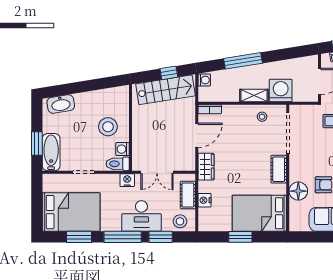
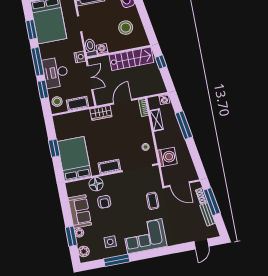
window: (169, 73) -> (161, 62), moved
stairs: (166, 90) -> (131, 59), moved, turned -81
shelving: (254, 95) -> (157, 120), moved
stool: (108, 127) -> (126, 28), moved
door: (197, 135) -> (123, 102), swing flipped
double door: (157, 172) -> (90, 78), swing flipped
nightstand: (204, 200) -> (76, 117), removed

